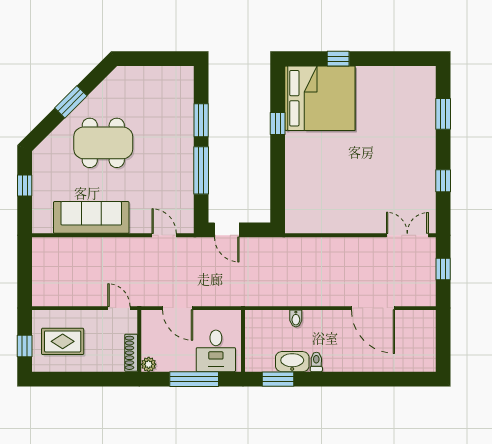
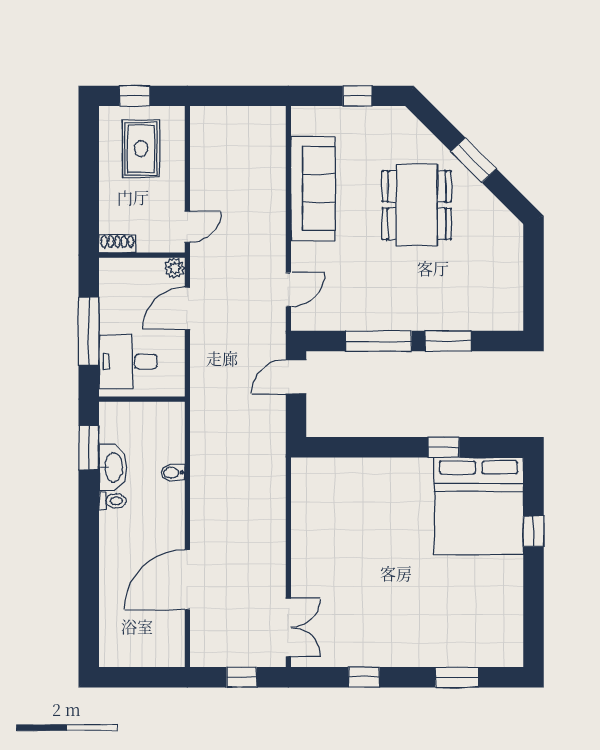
shoe rack: (131, 353) -> (117, 244), width x0.70
plant: (149, 364) -> (174, 268), moved

